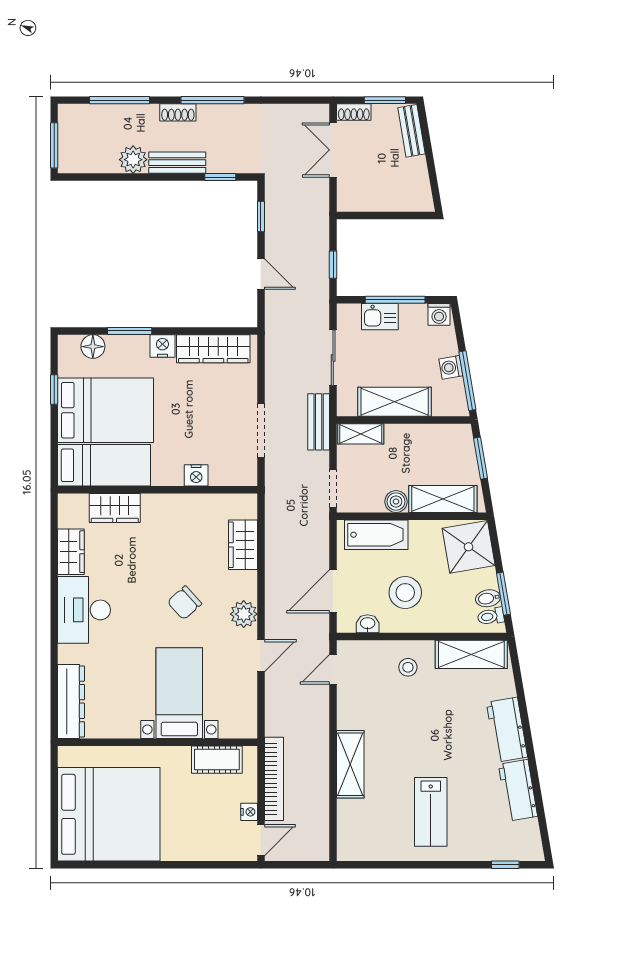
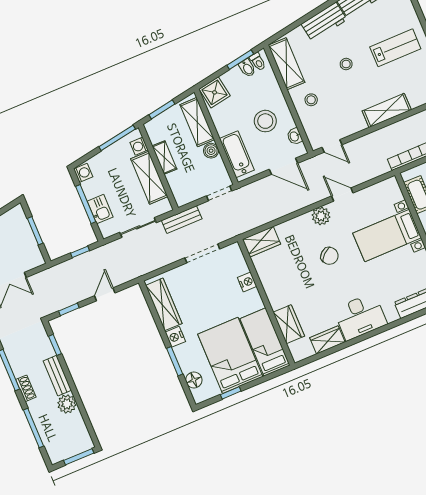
window: (388, 216) -> (35, 231), added
washing machine: (451, 367) -> (139, 146), moved, turned 100
shelving: (361, 434) -> (164, 158), moved
wardrobe: (243, 545) -> (261, 242), moved
shower: (469, 547) -> (215, 92), width x0.73, depth x0.73
stool: (437, 736) -> (346, 64), added

